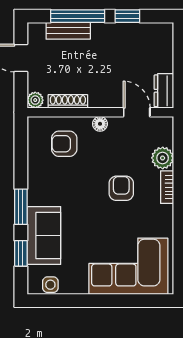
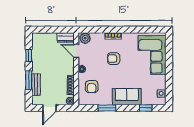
window: (78, 16) -> (29, 80), width x0.69
door: (137, 112) -> (76, 51), hinge flipped
plant: (163, 158) -> (85, 38), moved
window: (21, 207) -> (107, 108), moved
sofa: (44, 235) -> (127, 97), moved

